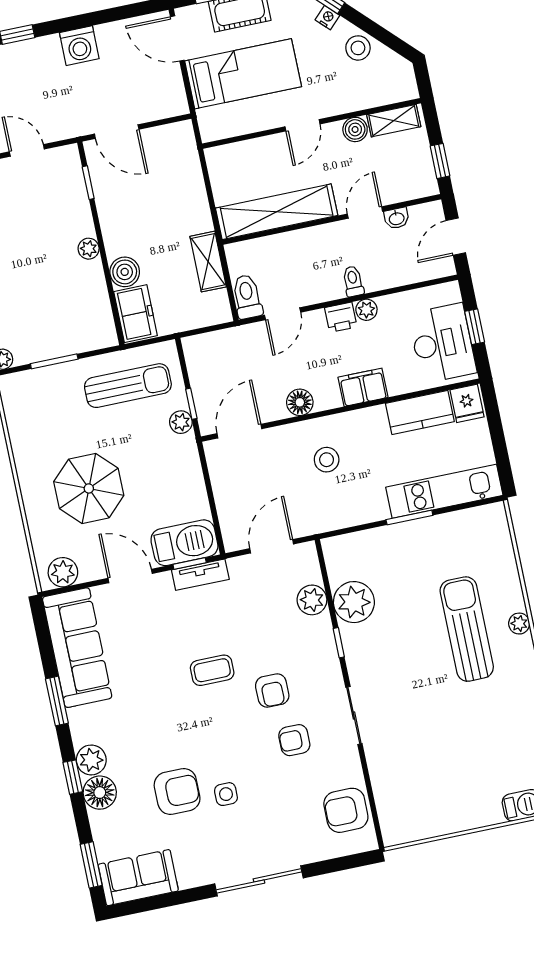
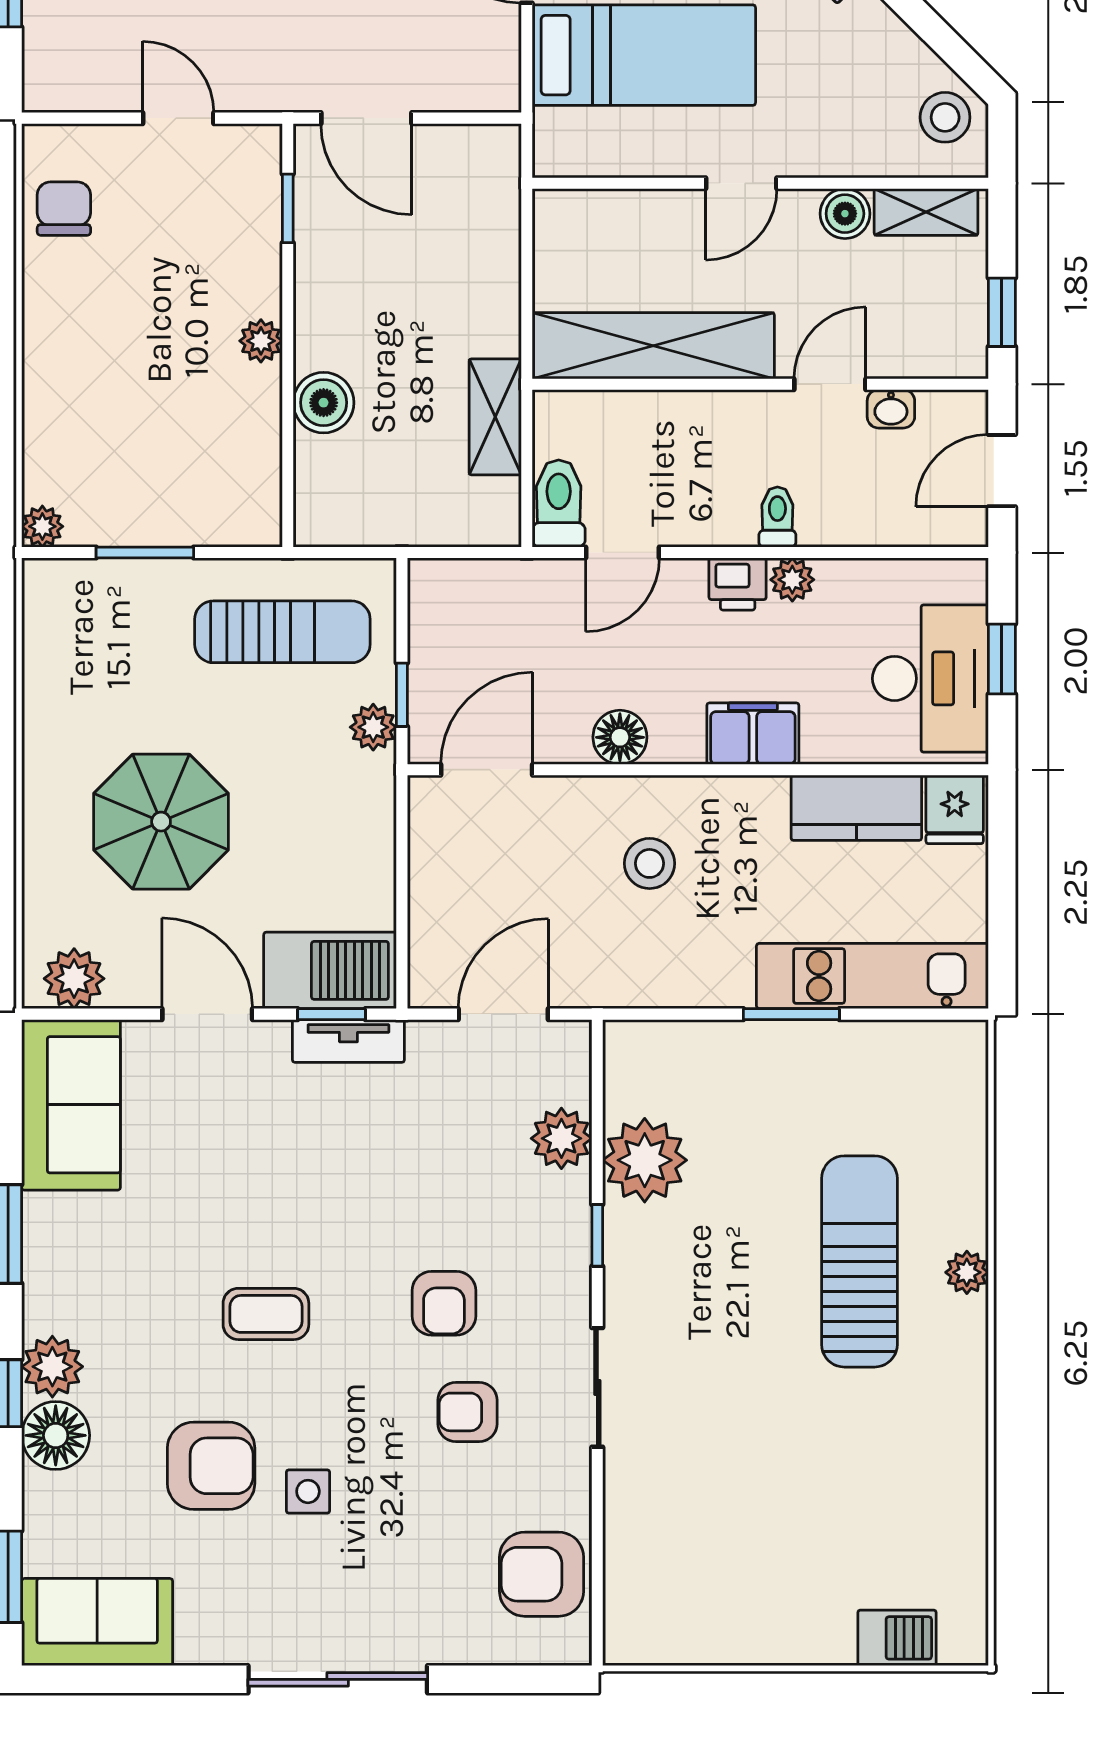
stool: (358, 48) -> (945, 117), moved
freezer: (136, 314) -> (328, 491), removed
sofa: (77, 648) -> (71, 1105), width x0.73
coffee table: (212, 670) -> (266, 1314), moved

